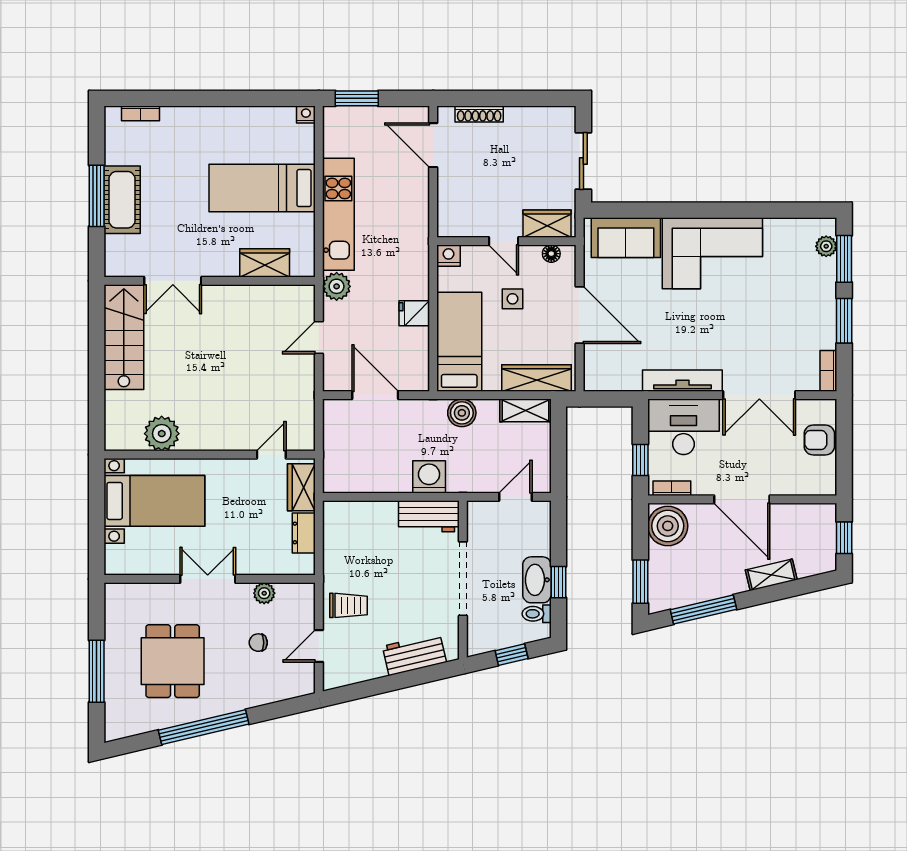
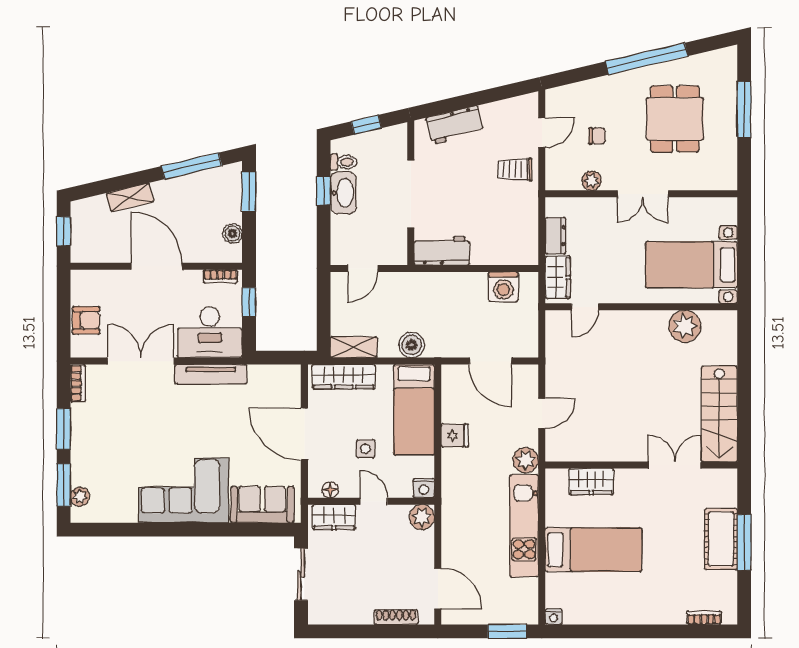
plant: (451, 224) -> (422, 517), added
washing machine: (429, 477) -> (503, 287), moved
boiler: (668, 526) -> (233, 234), width x0.54, depth x0.54

